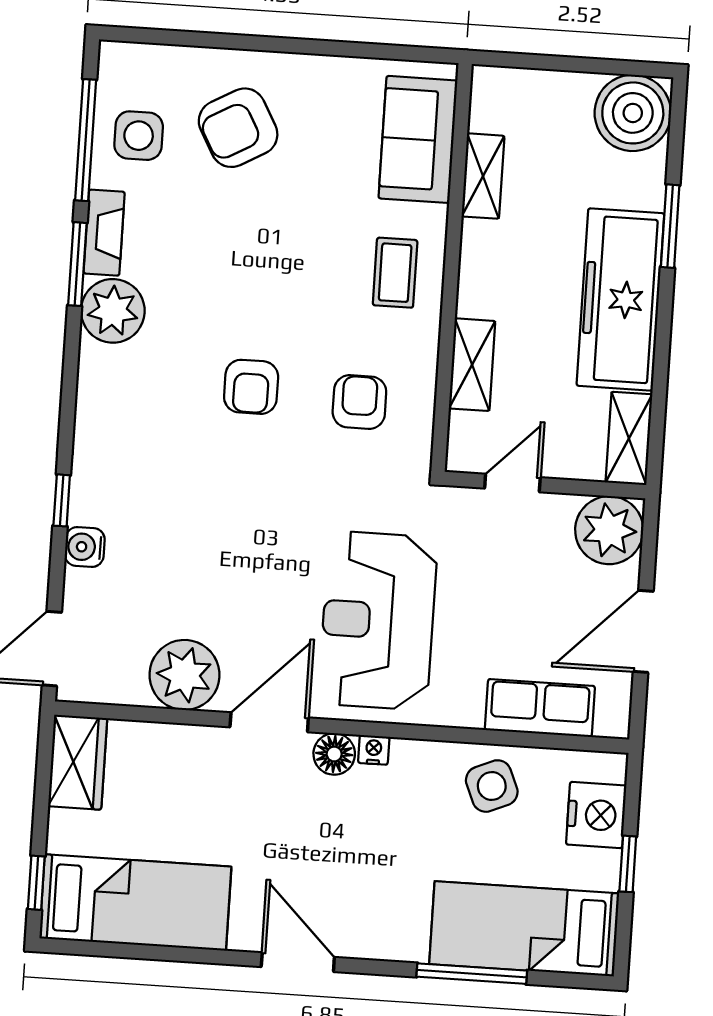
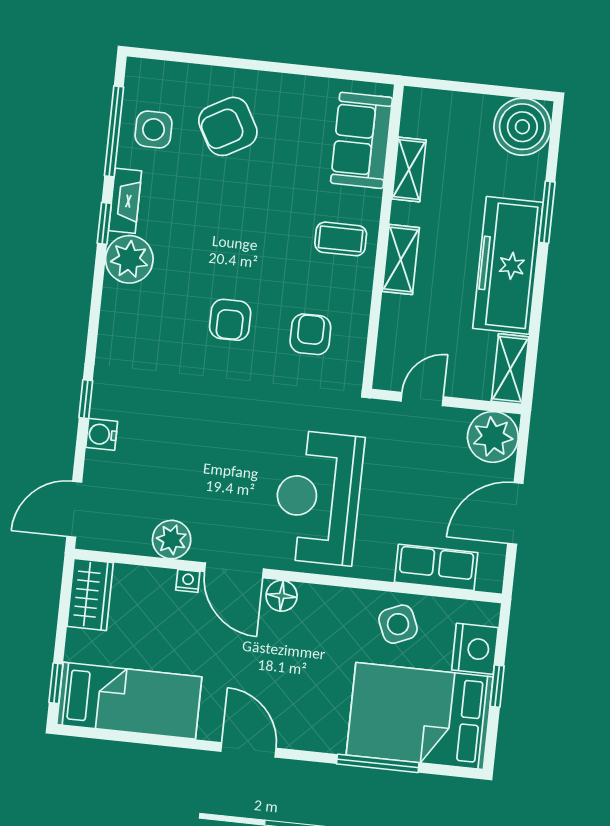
window: (77, 264) -> (104, 223), width x0.67
coffee table: (395, 273) -> (341, 239), turned 90
shelving: (472, 365) -> (401, 260), moved
plant: (184, 675) -> (172, 540), width x0.73, depth x0.73
door: (269, 722) -> (234, 570), swing flipped
nightstand: (374, 750) -> (188, 581), moved
bed: (524, 929) -> (420, 716), width x1.50

